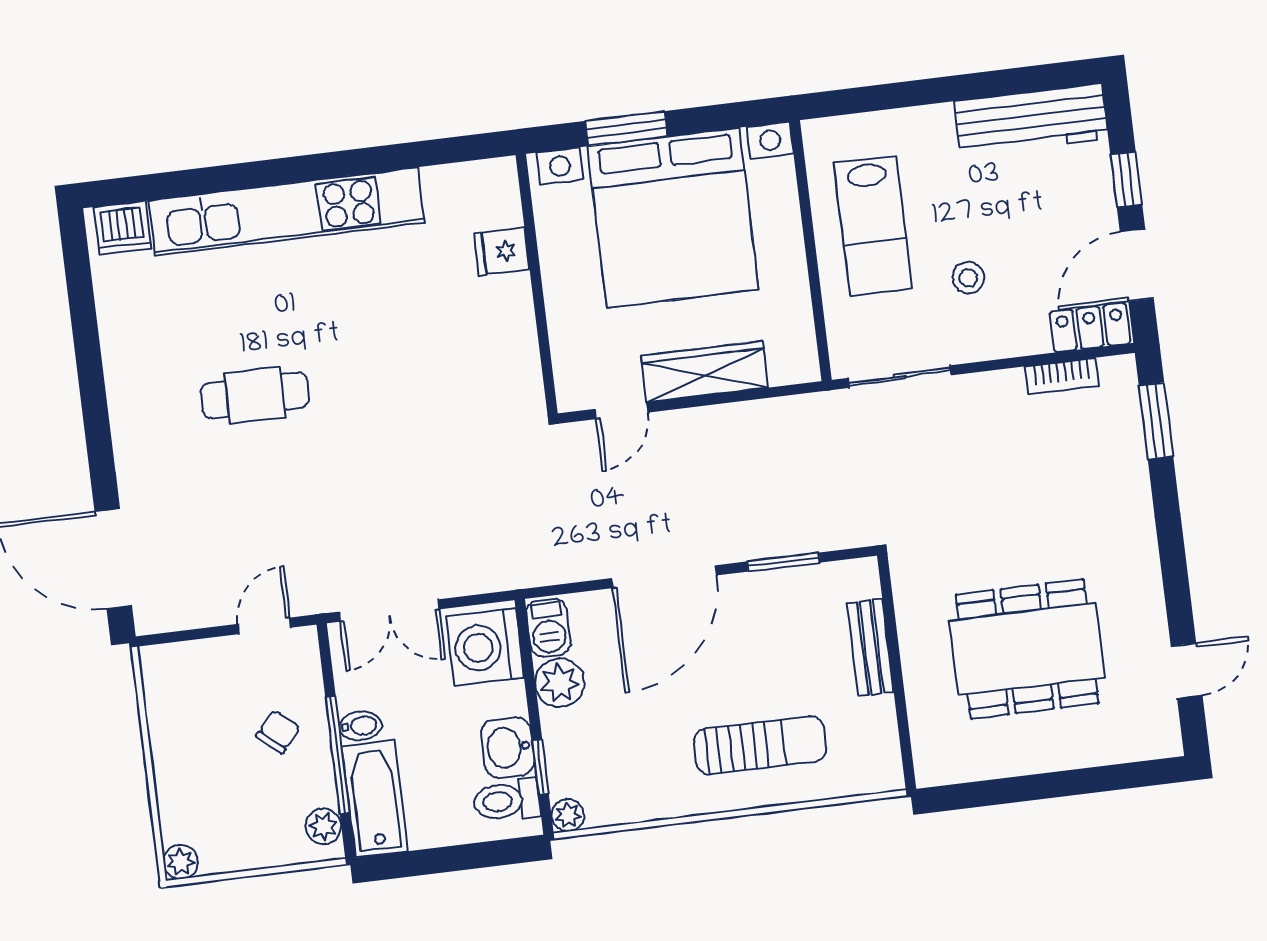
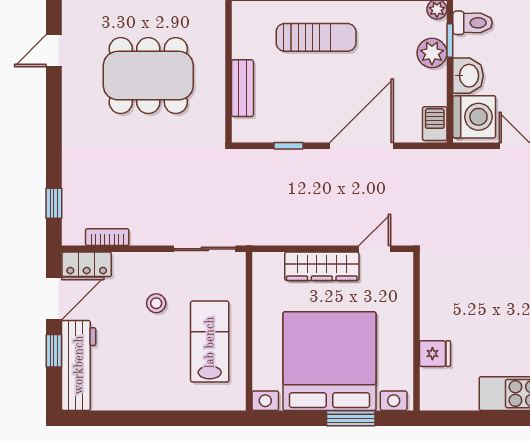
workbench: (1031, 120) -> (79, 365), moved, turned 90
window: (1156, 421) -> (54, 203), width x0.67
window: (783, 562) -> (288, 146), width x0.67
plant: (560, 683) -> (432, 53), moved
sun lounger: (760, 745) -> (316, 37), turned 180
washbasin: (508, 748) -> (468, 76), moved

